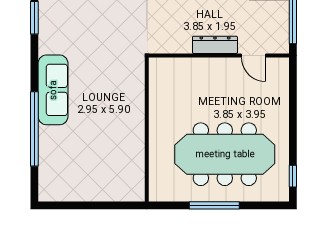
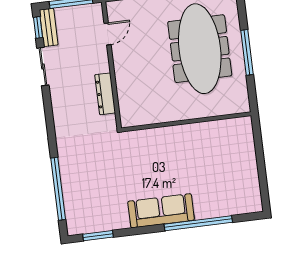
dresser: (215, 45) -> (105, 94), moved

